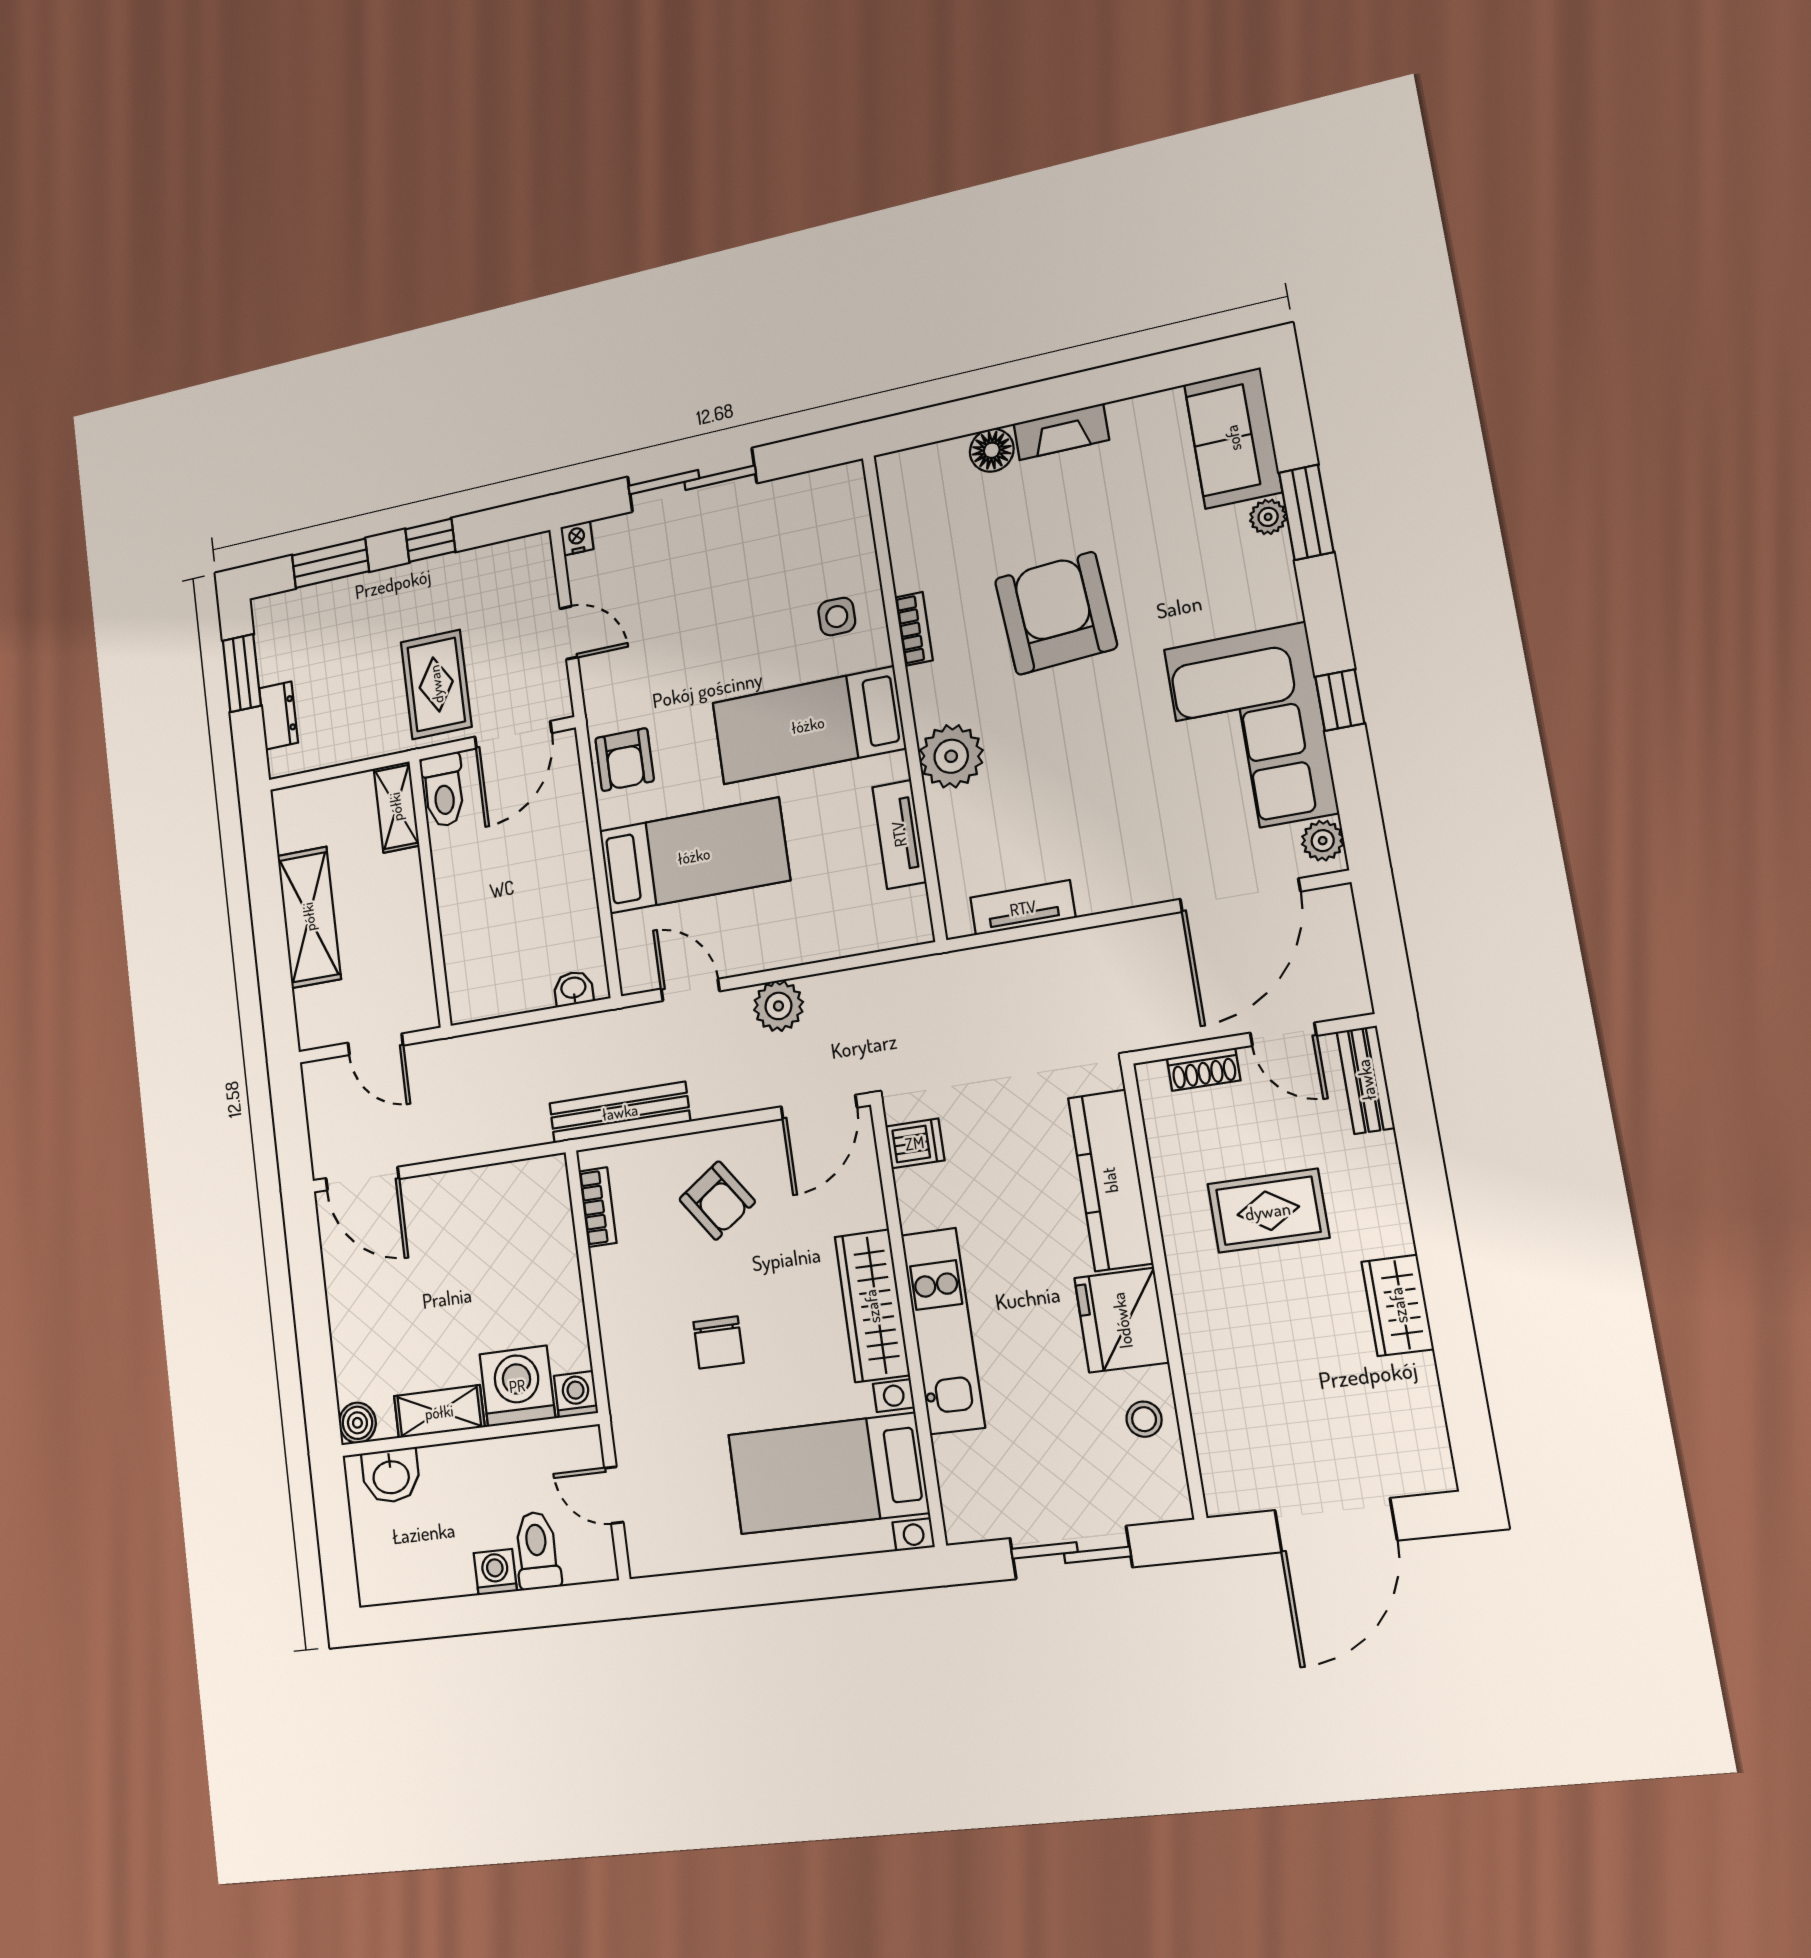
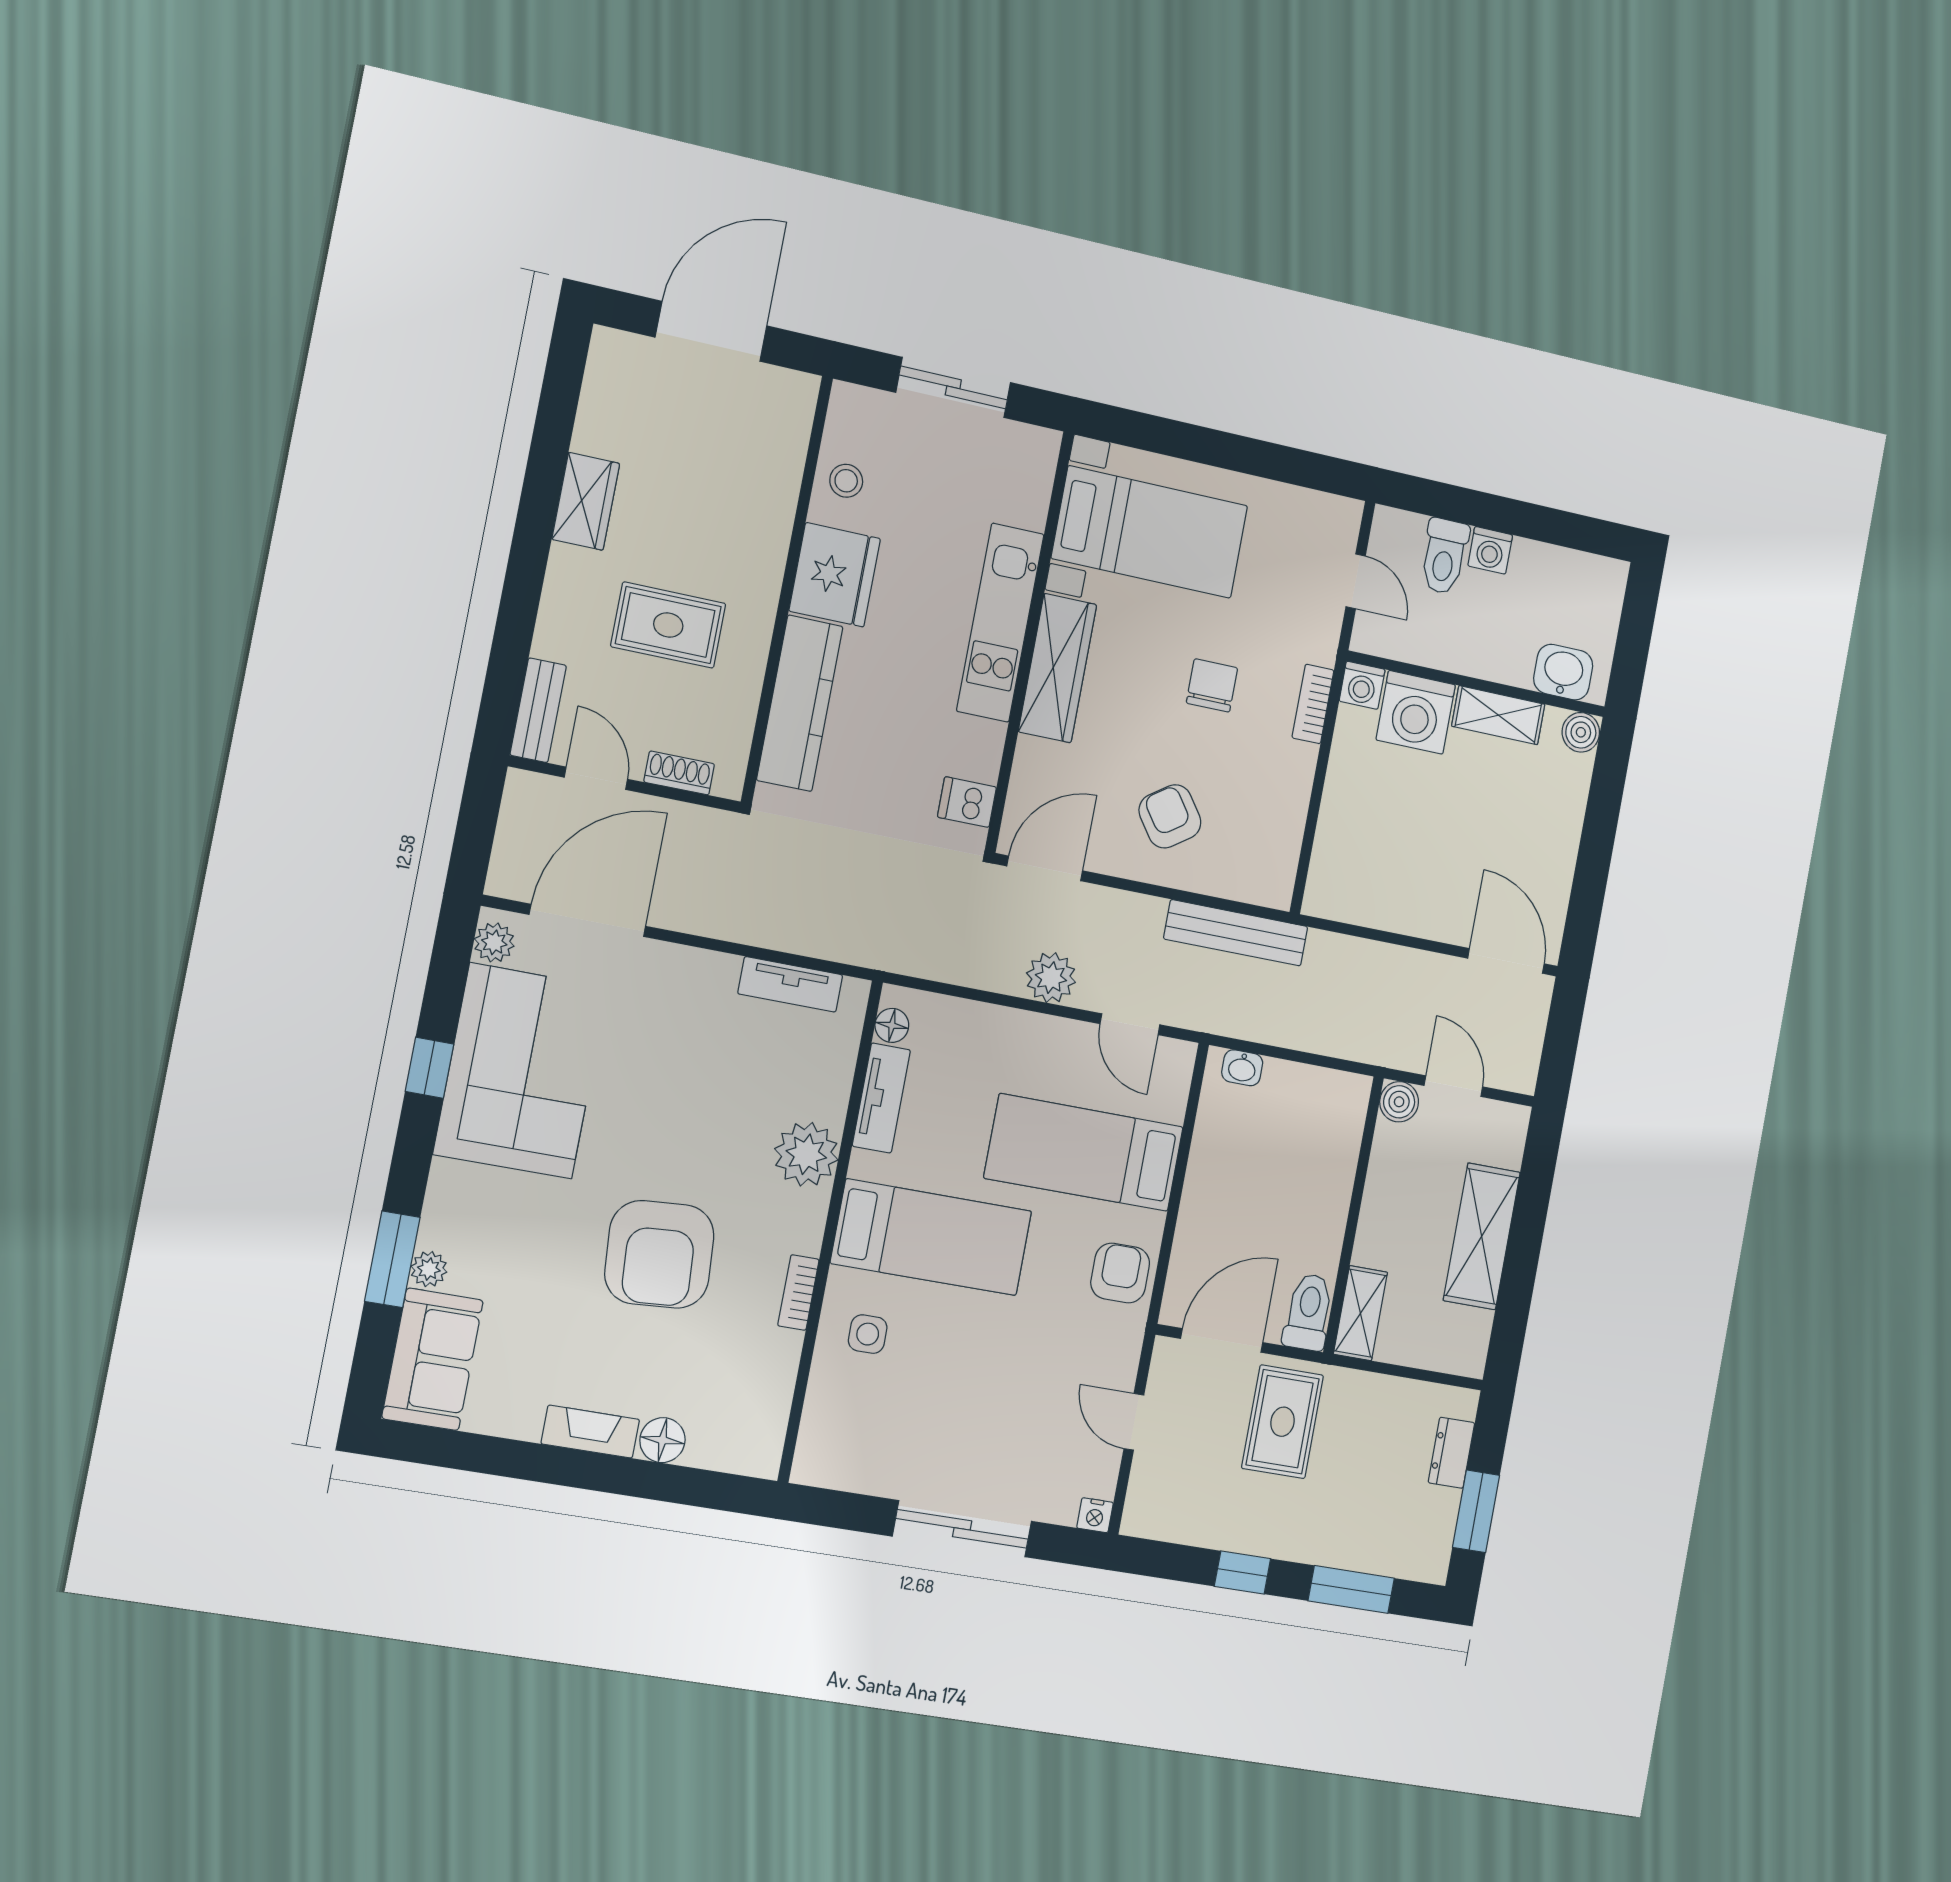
floor lamp: (913, 905) -> (892, 1025), added
boiler: (420, 1011) -> (1399, 1102), added
bookcase: (598, 1207) -> (1313, 704), moved

